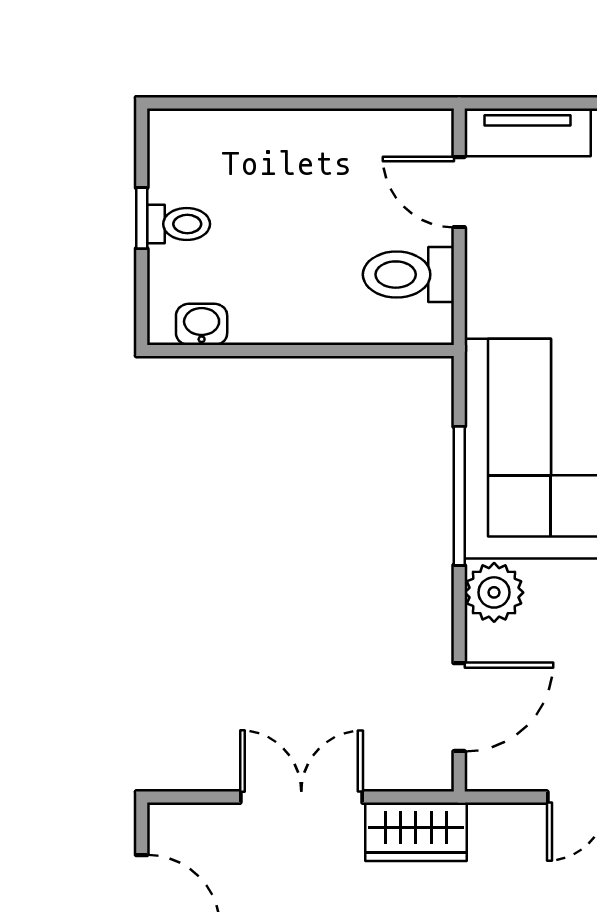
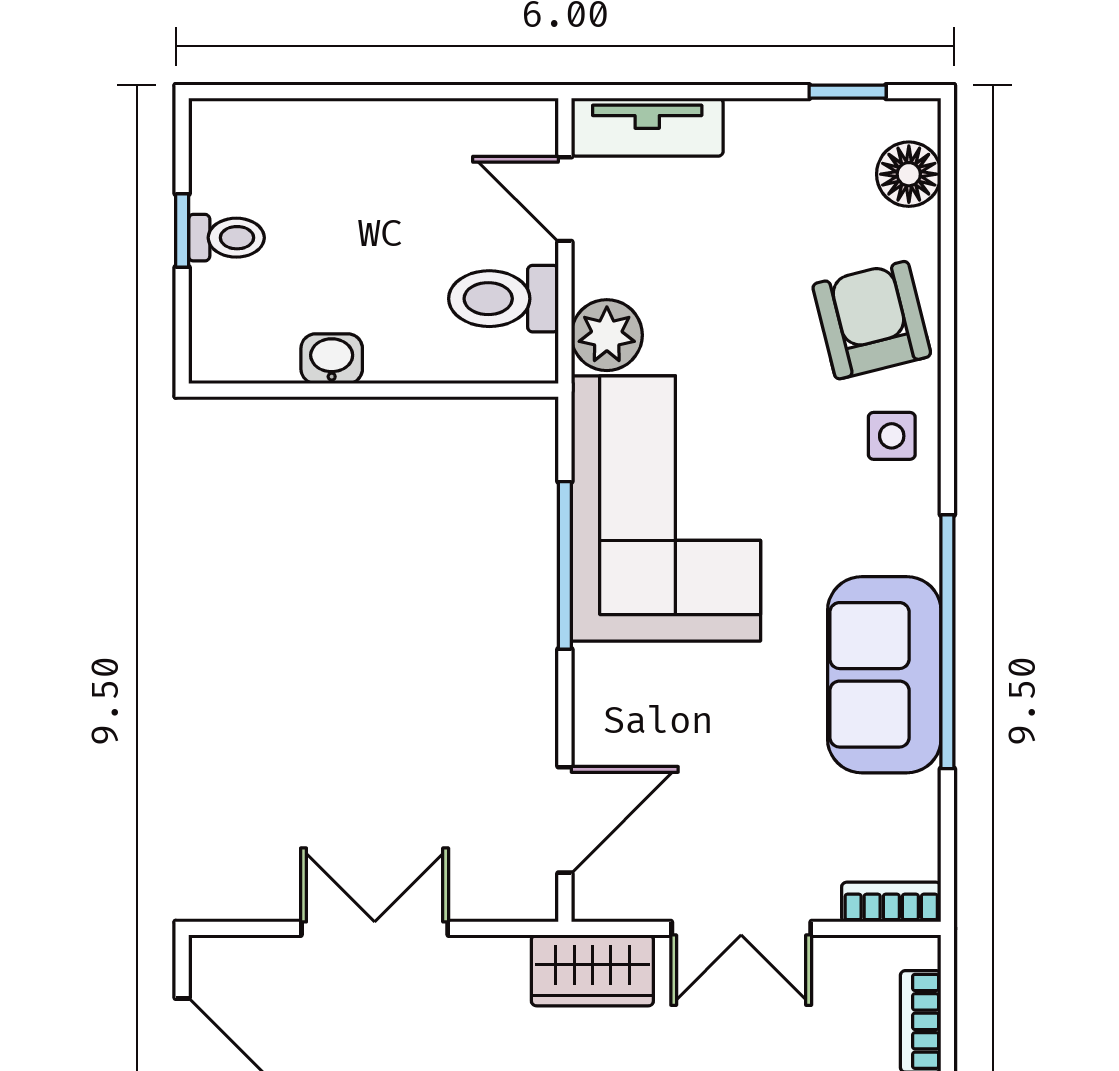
washbasin: (202, 324) -> (332, 359), moved
plant: (494, 592) -> (607, 335), moved
wardrobe: (416, 832) -> (592, 970), moved

